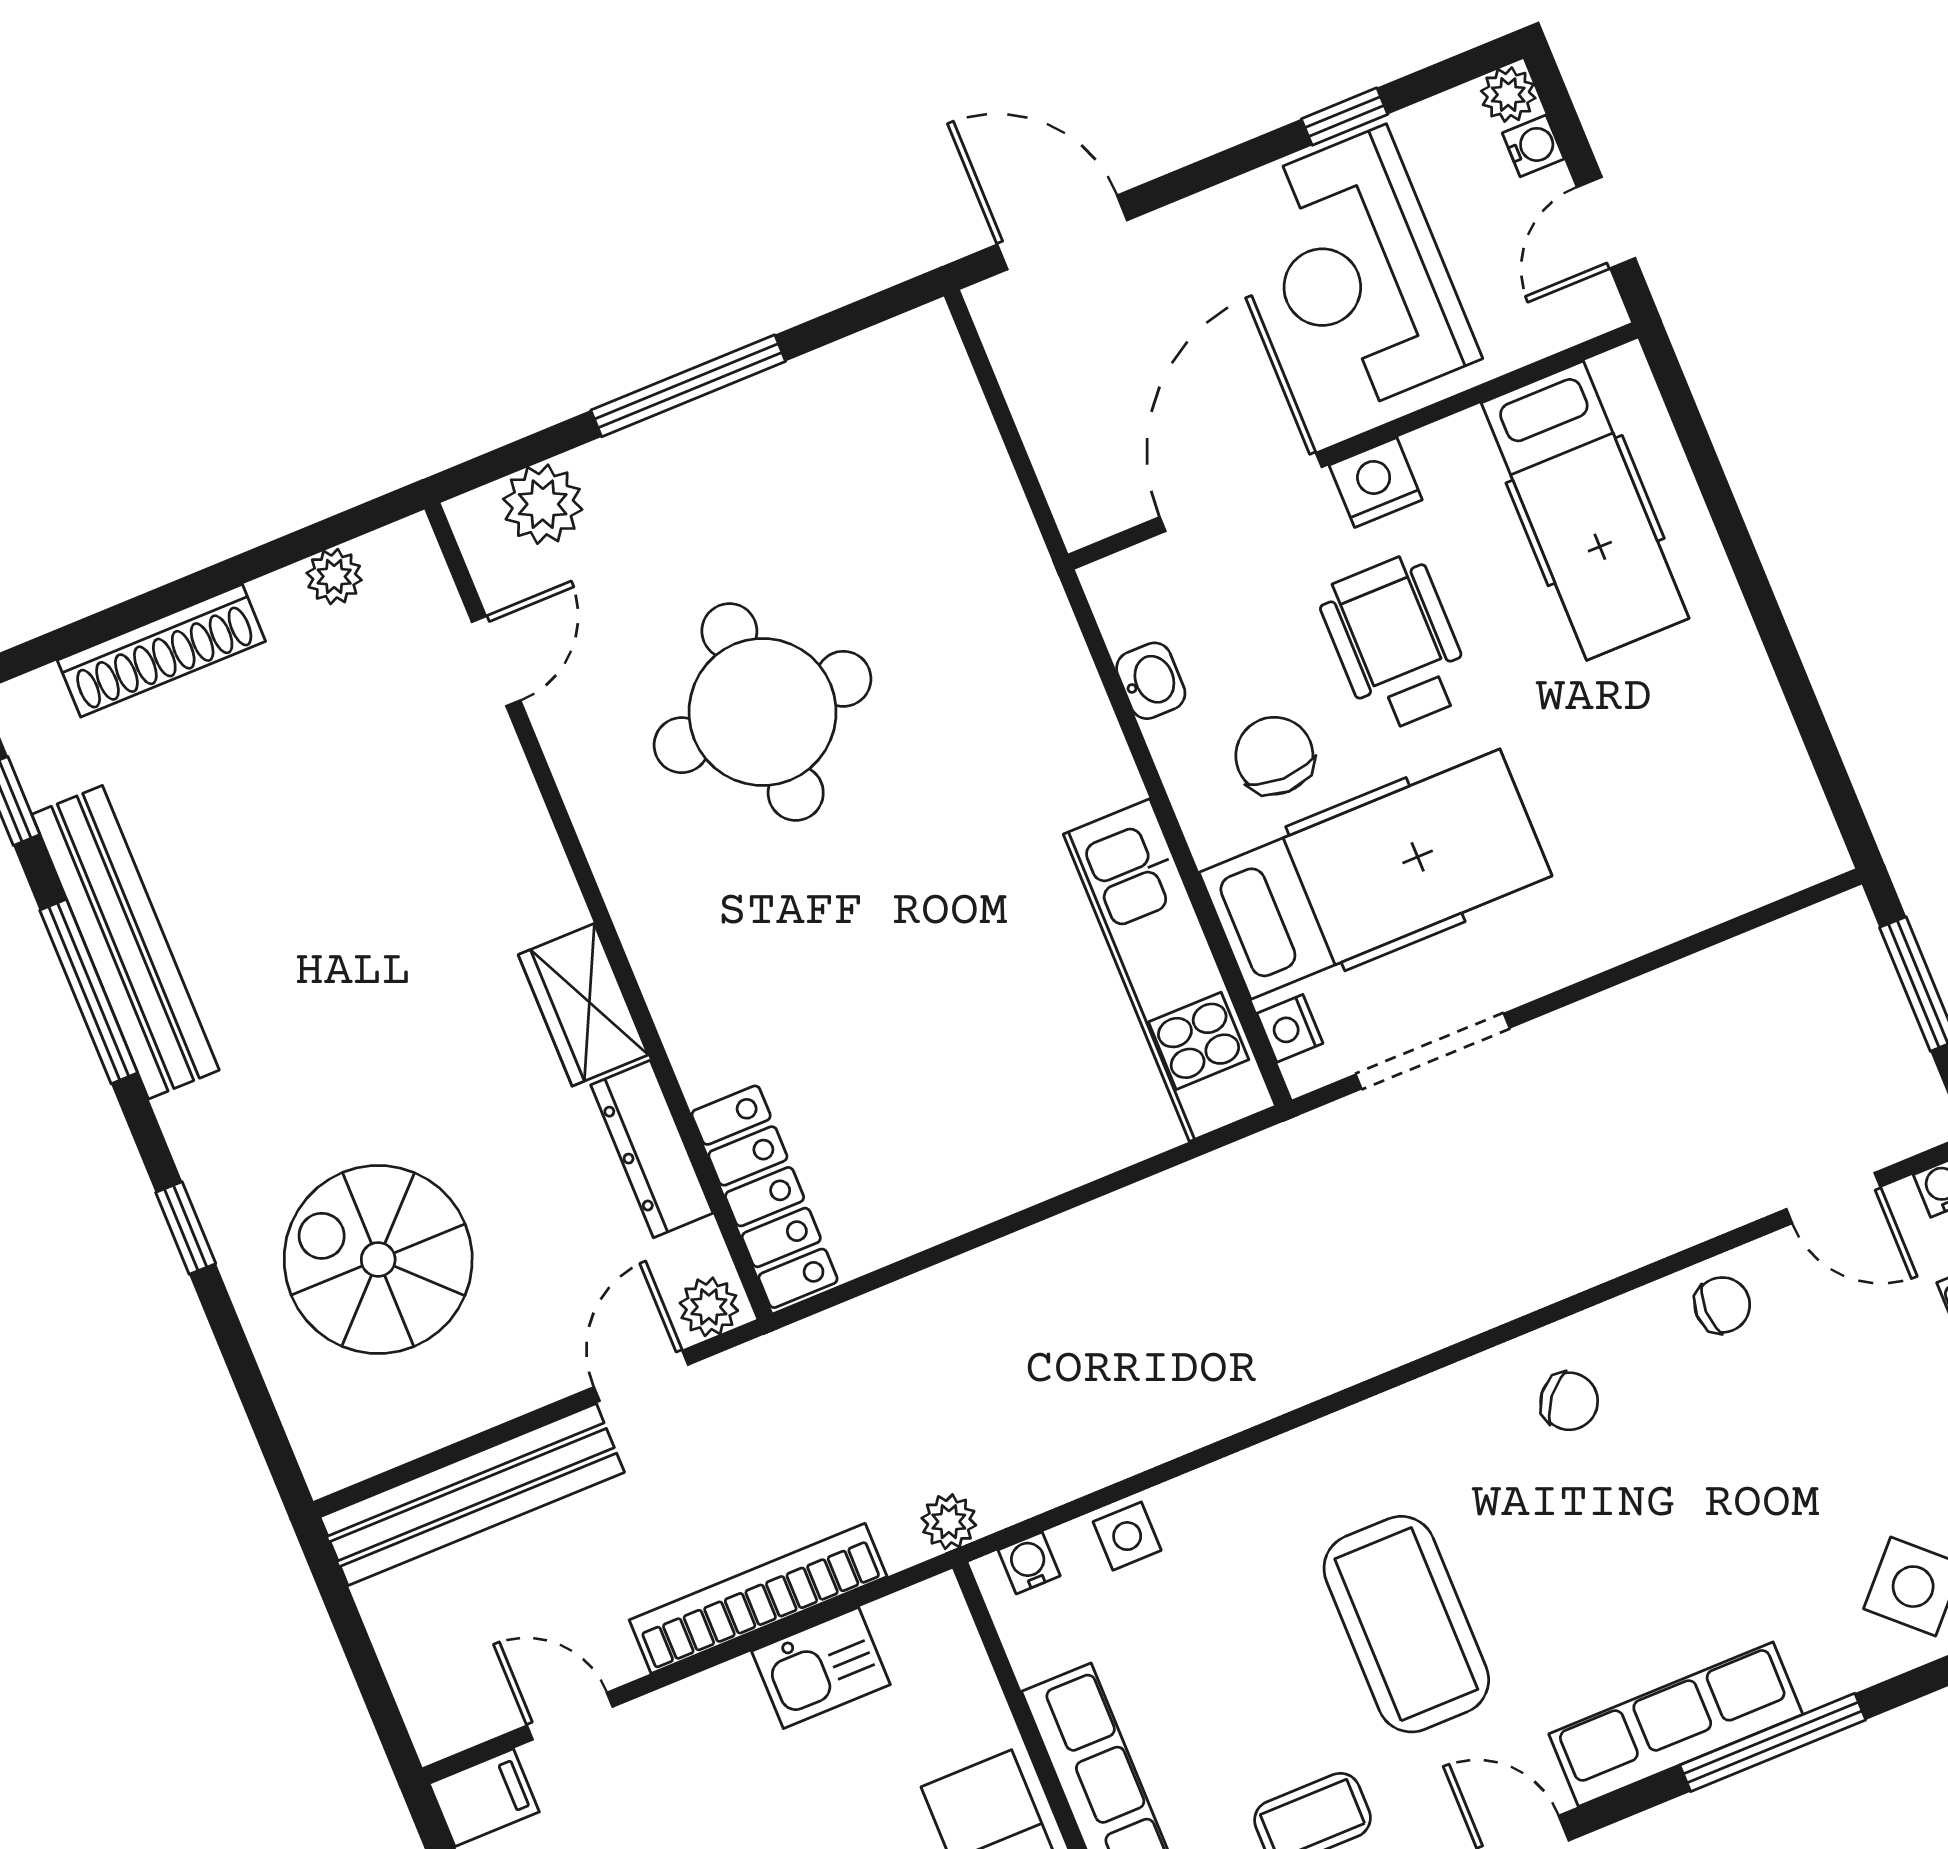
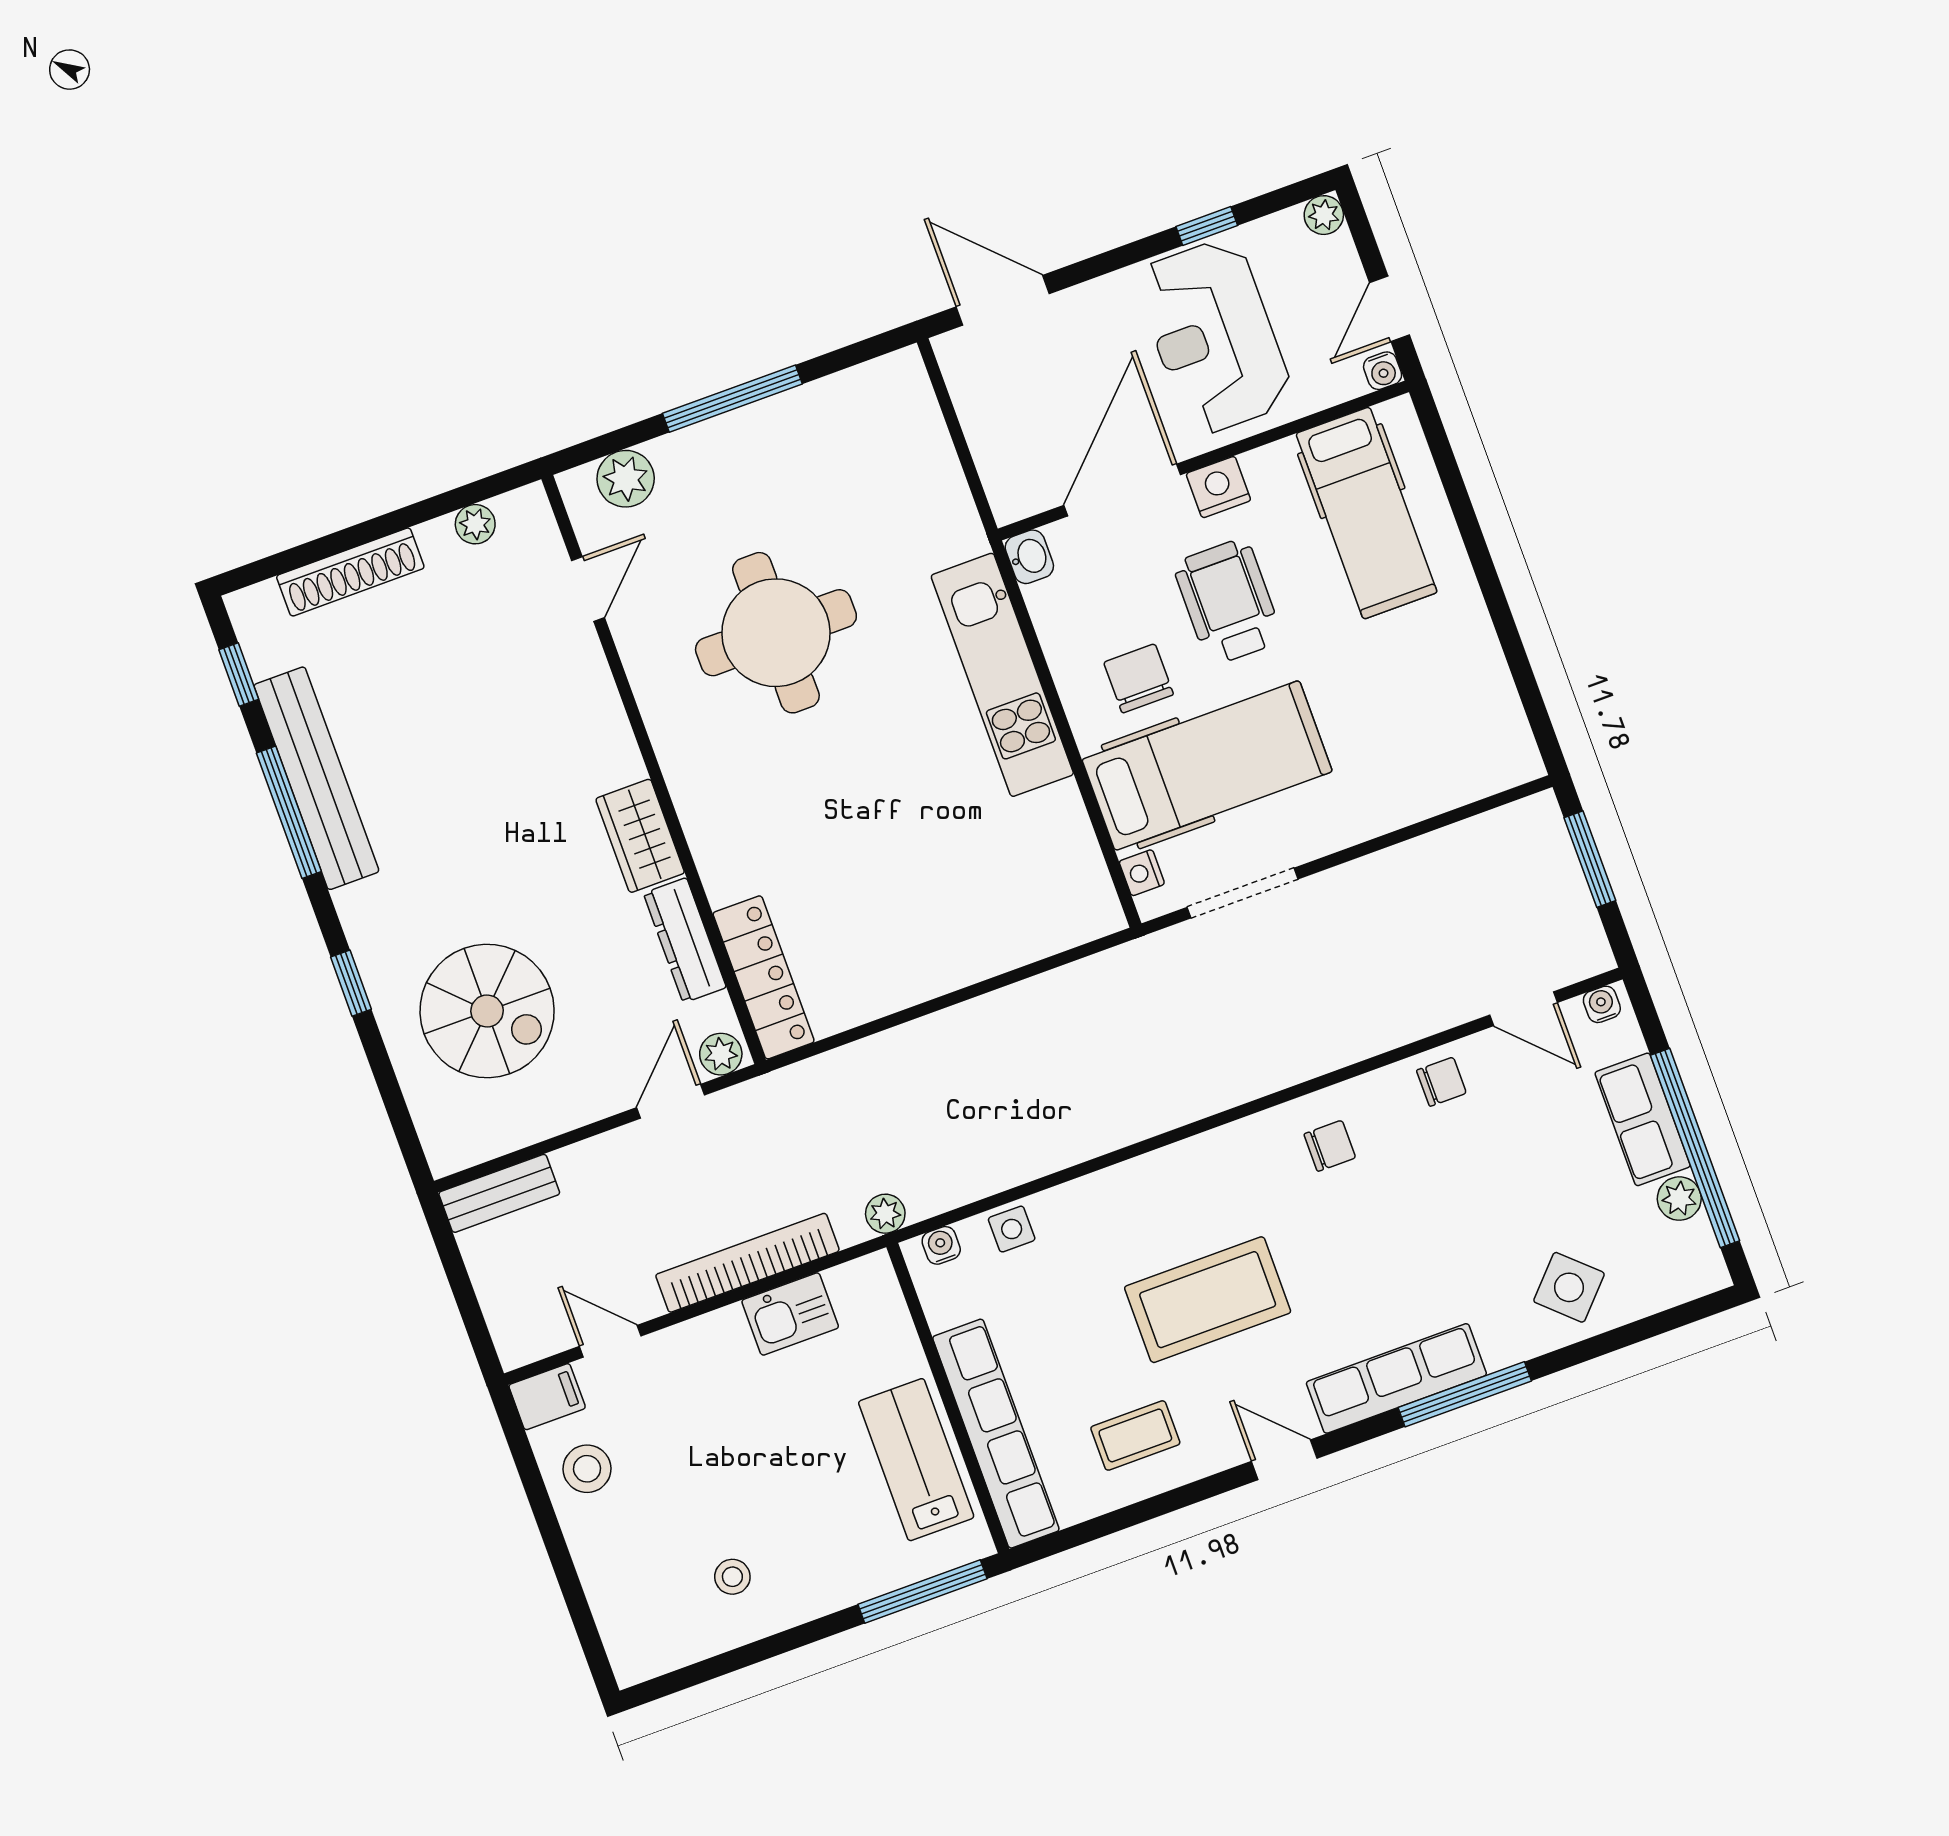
water cooler: (1533, 146) -> (1383, 371), moved, turned 90
washbasin: (1151, 681) -> (1029, 557), moved
kitchen unit: (1170, 970) -> (1002, 675), moved
spiral stairs: (378, 1259) -> (487, 1011), turned 180
chair: (1569, 1401) -> (1330, 1146), turned -39
bench: (472, 1495) -> (499, 1193), width x0.54, depth x0.82
coffee table: (1406, 1624) -> (1208, 1300), turned 90

